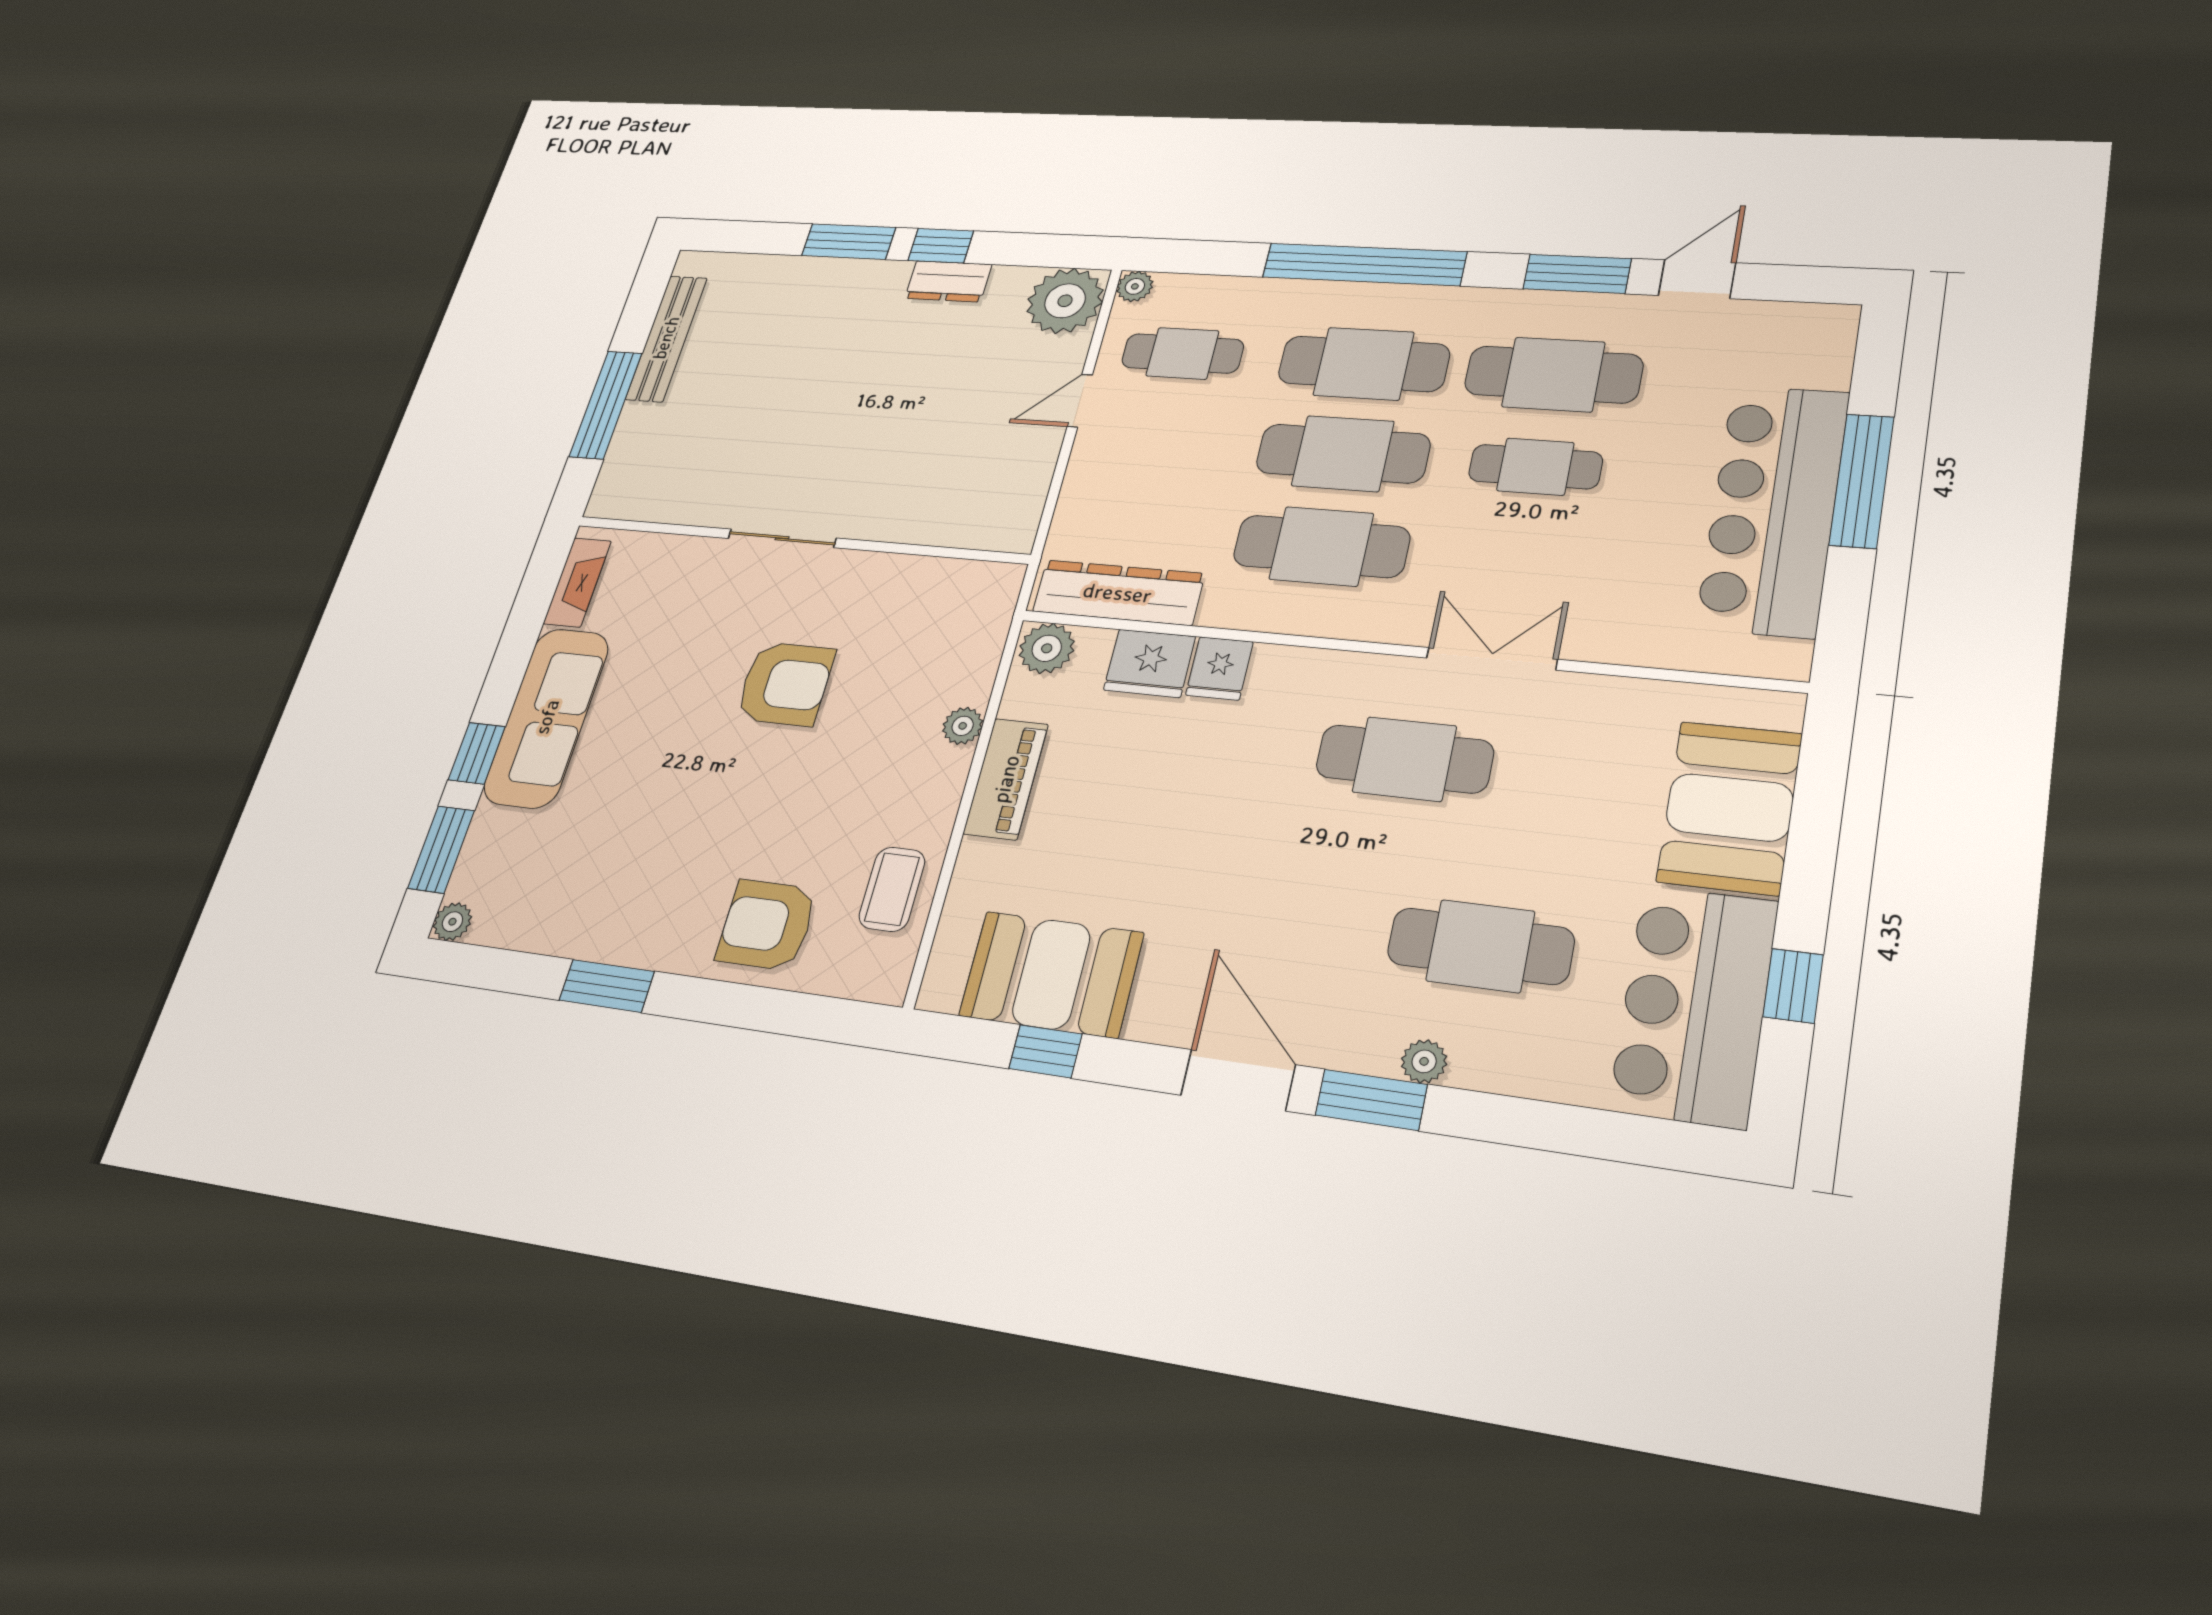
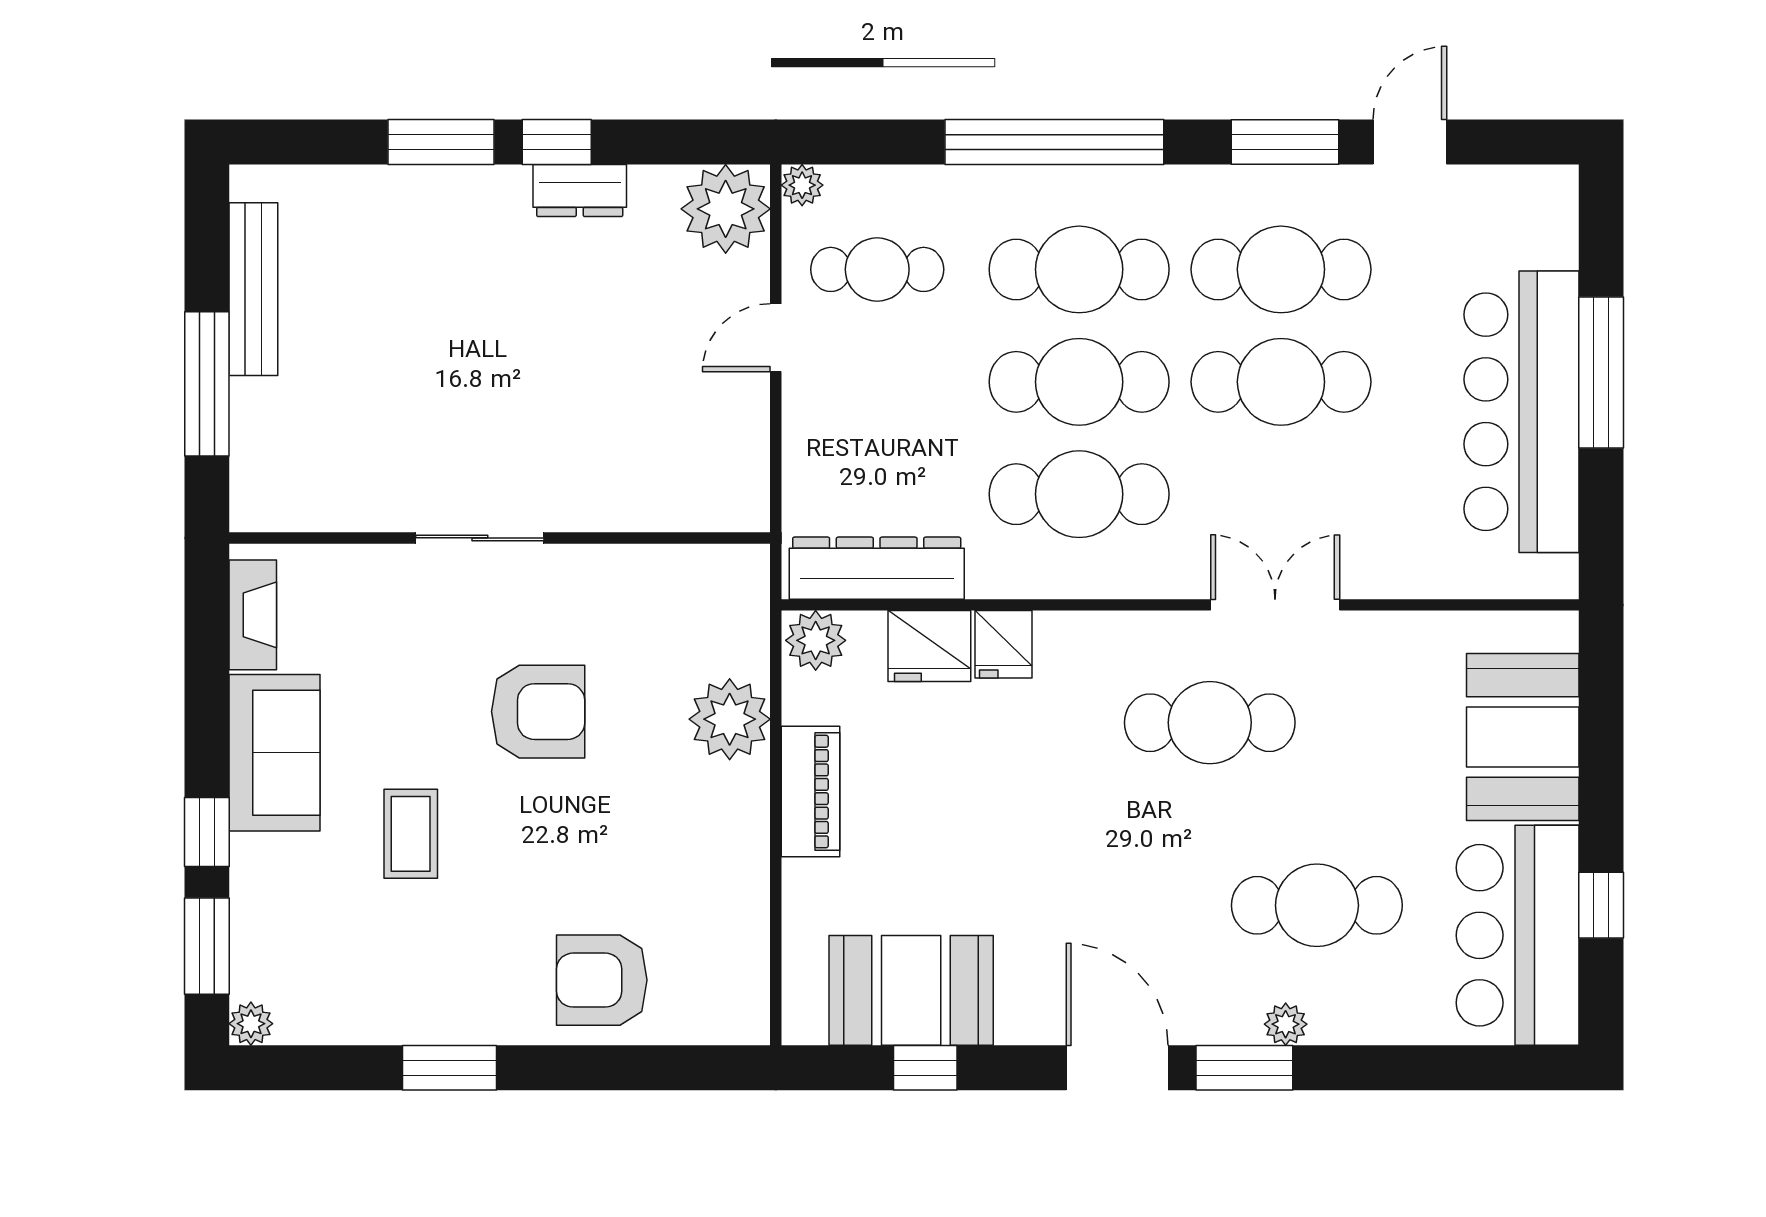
cafe table: (1535, 467) -> (1281, 382), width x1.37, depth x1.35
sofa: (547, 717) -> (275, 753), width x0.73
plant: (963, 726) -> (730, 719), width x1.87, depth x1.87
coffee table: (892, 889) -> (411, 834), moved

